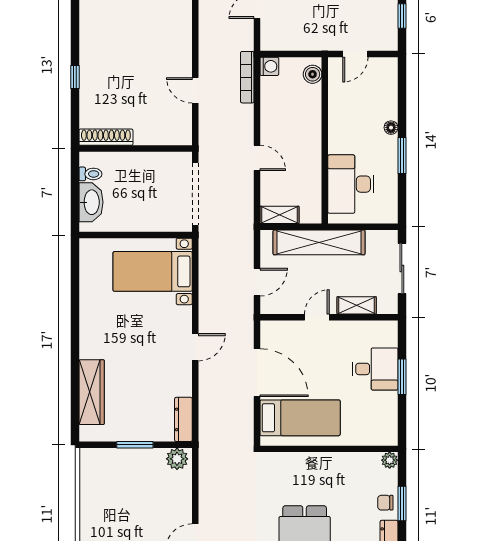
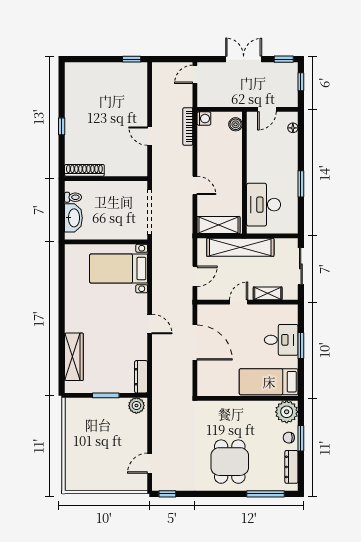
floor lamp: (391, 128) -> (293, 128), moved
shelving: (279, 215) -> (218, 225), width x1.50, depth x1.33
door: (195, 347) -> (150, 324), hinge flipped
bed: (300, 418) -> (269, 382), moved, turned 180
plant: (390, 460) -> (287, 412), width x1.88, depth x1.88

